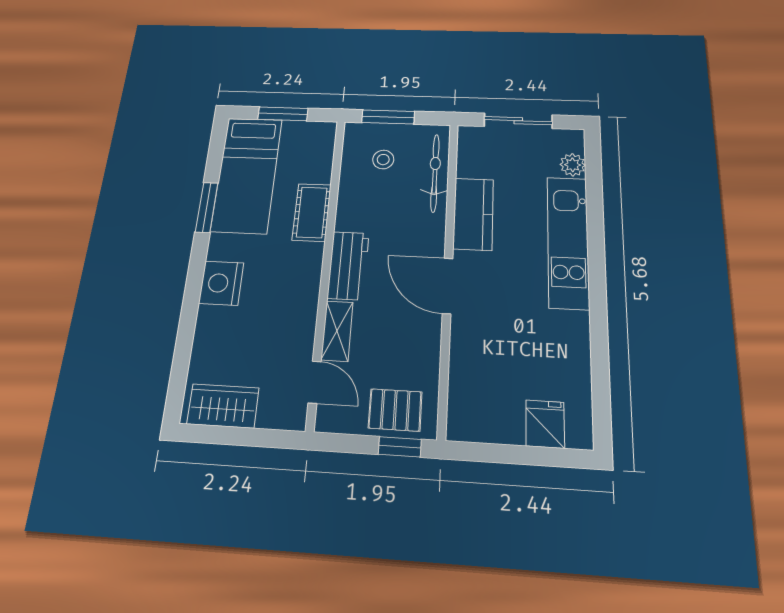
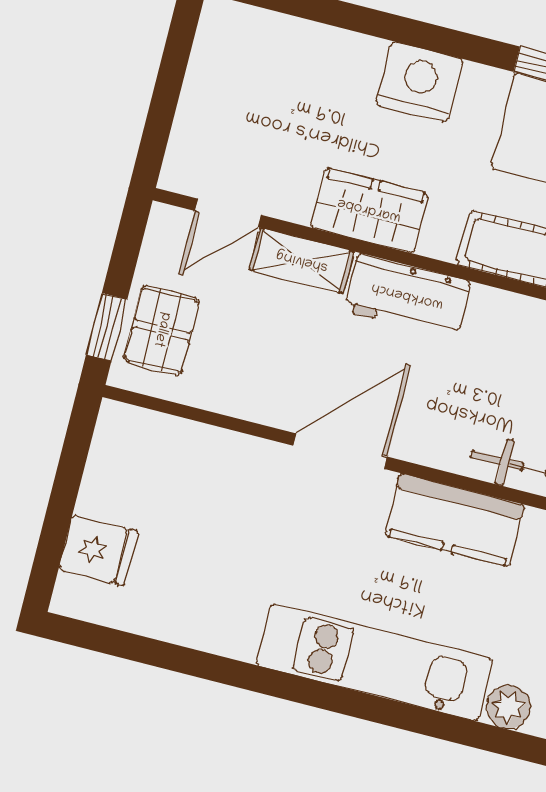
wardrobe: (223, 406) -> (369, 210), moved, turned -90

